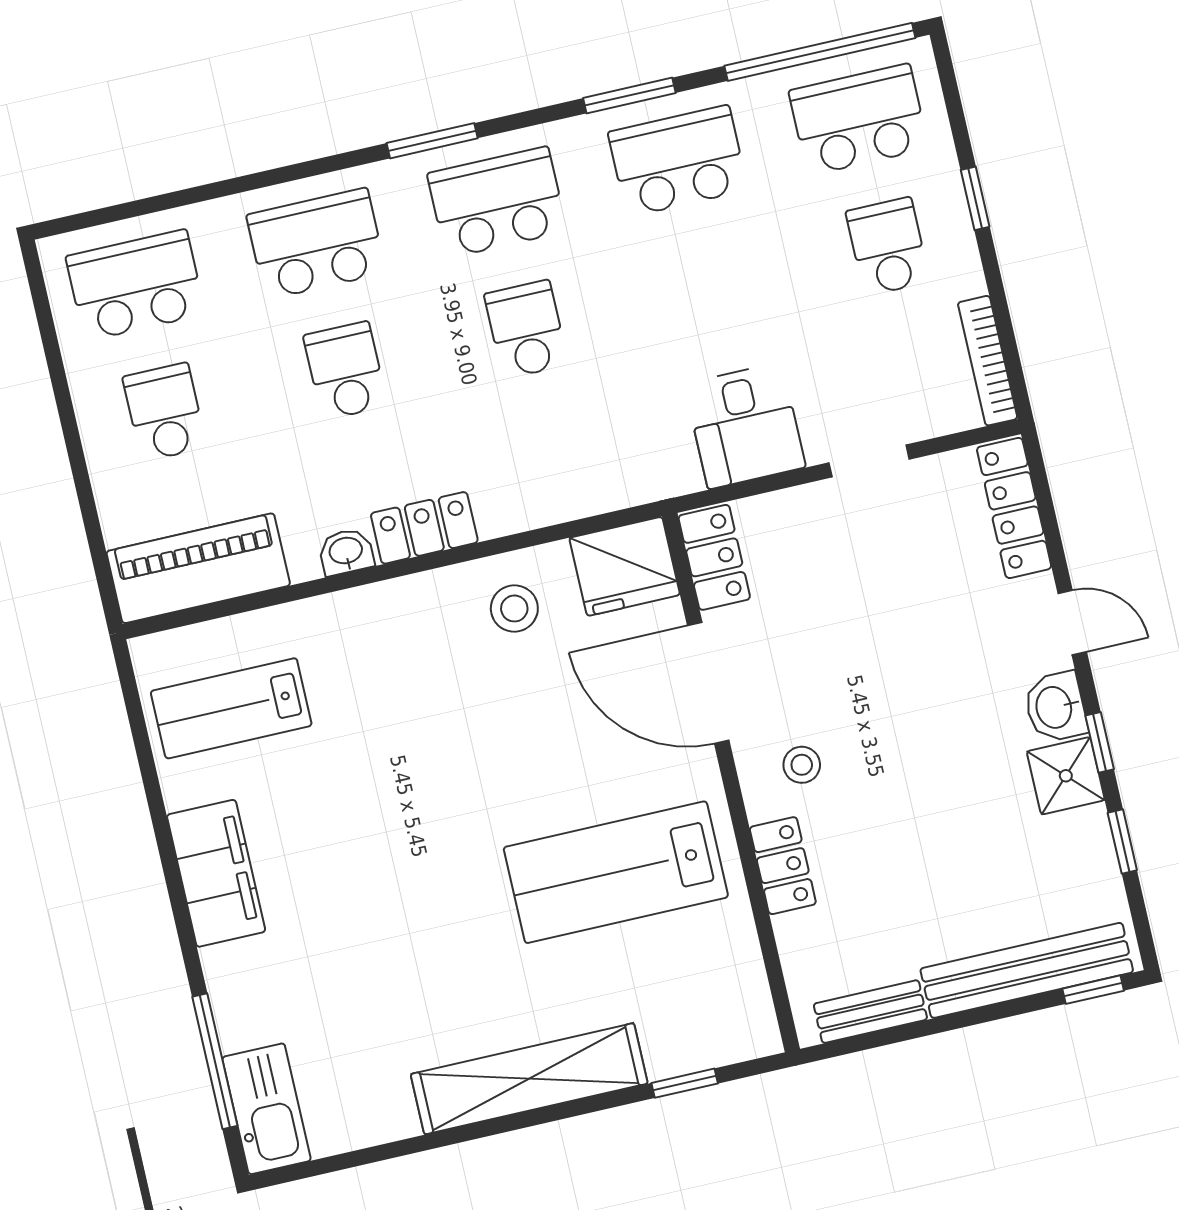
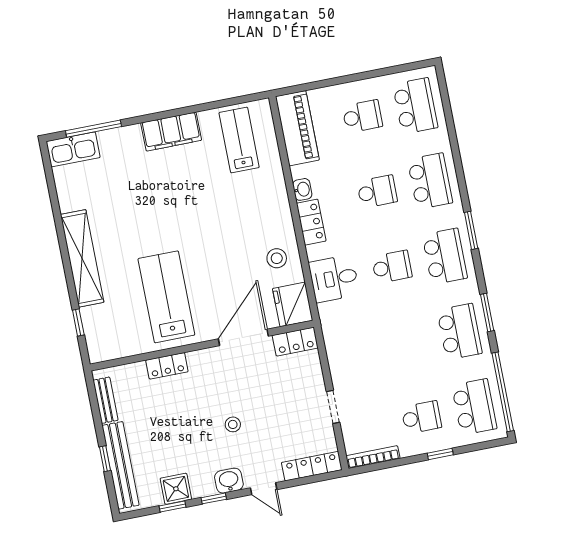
desk: (745, 426) -> (334, 279), moved
door: (1072, 623) -> (264, 489), hinge flipped
stool: (802, 765) -> (233, 424), moved
shower: (1066, 776) -> (176, 489), moved
window: (1093, 990) -> (105, 459), moved

